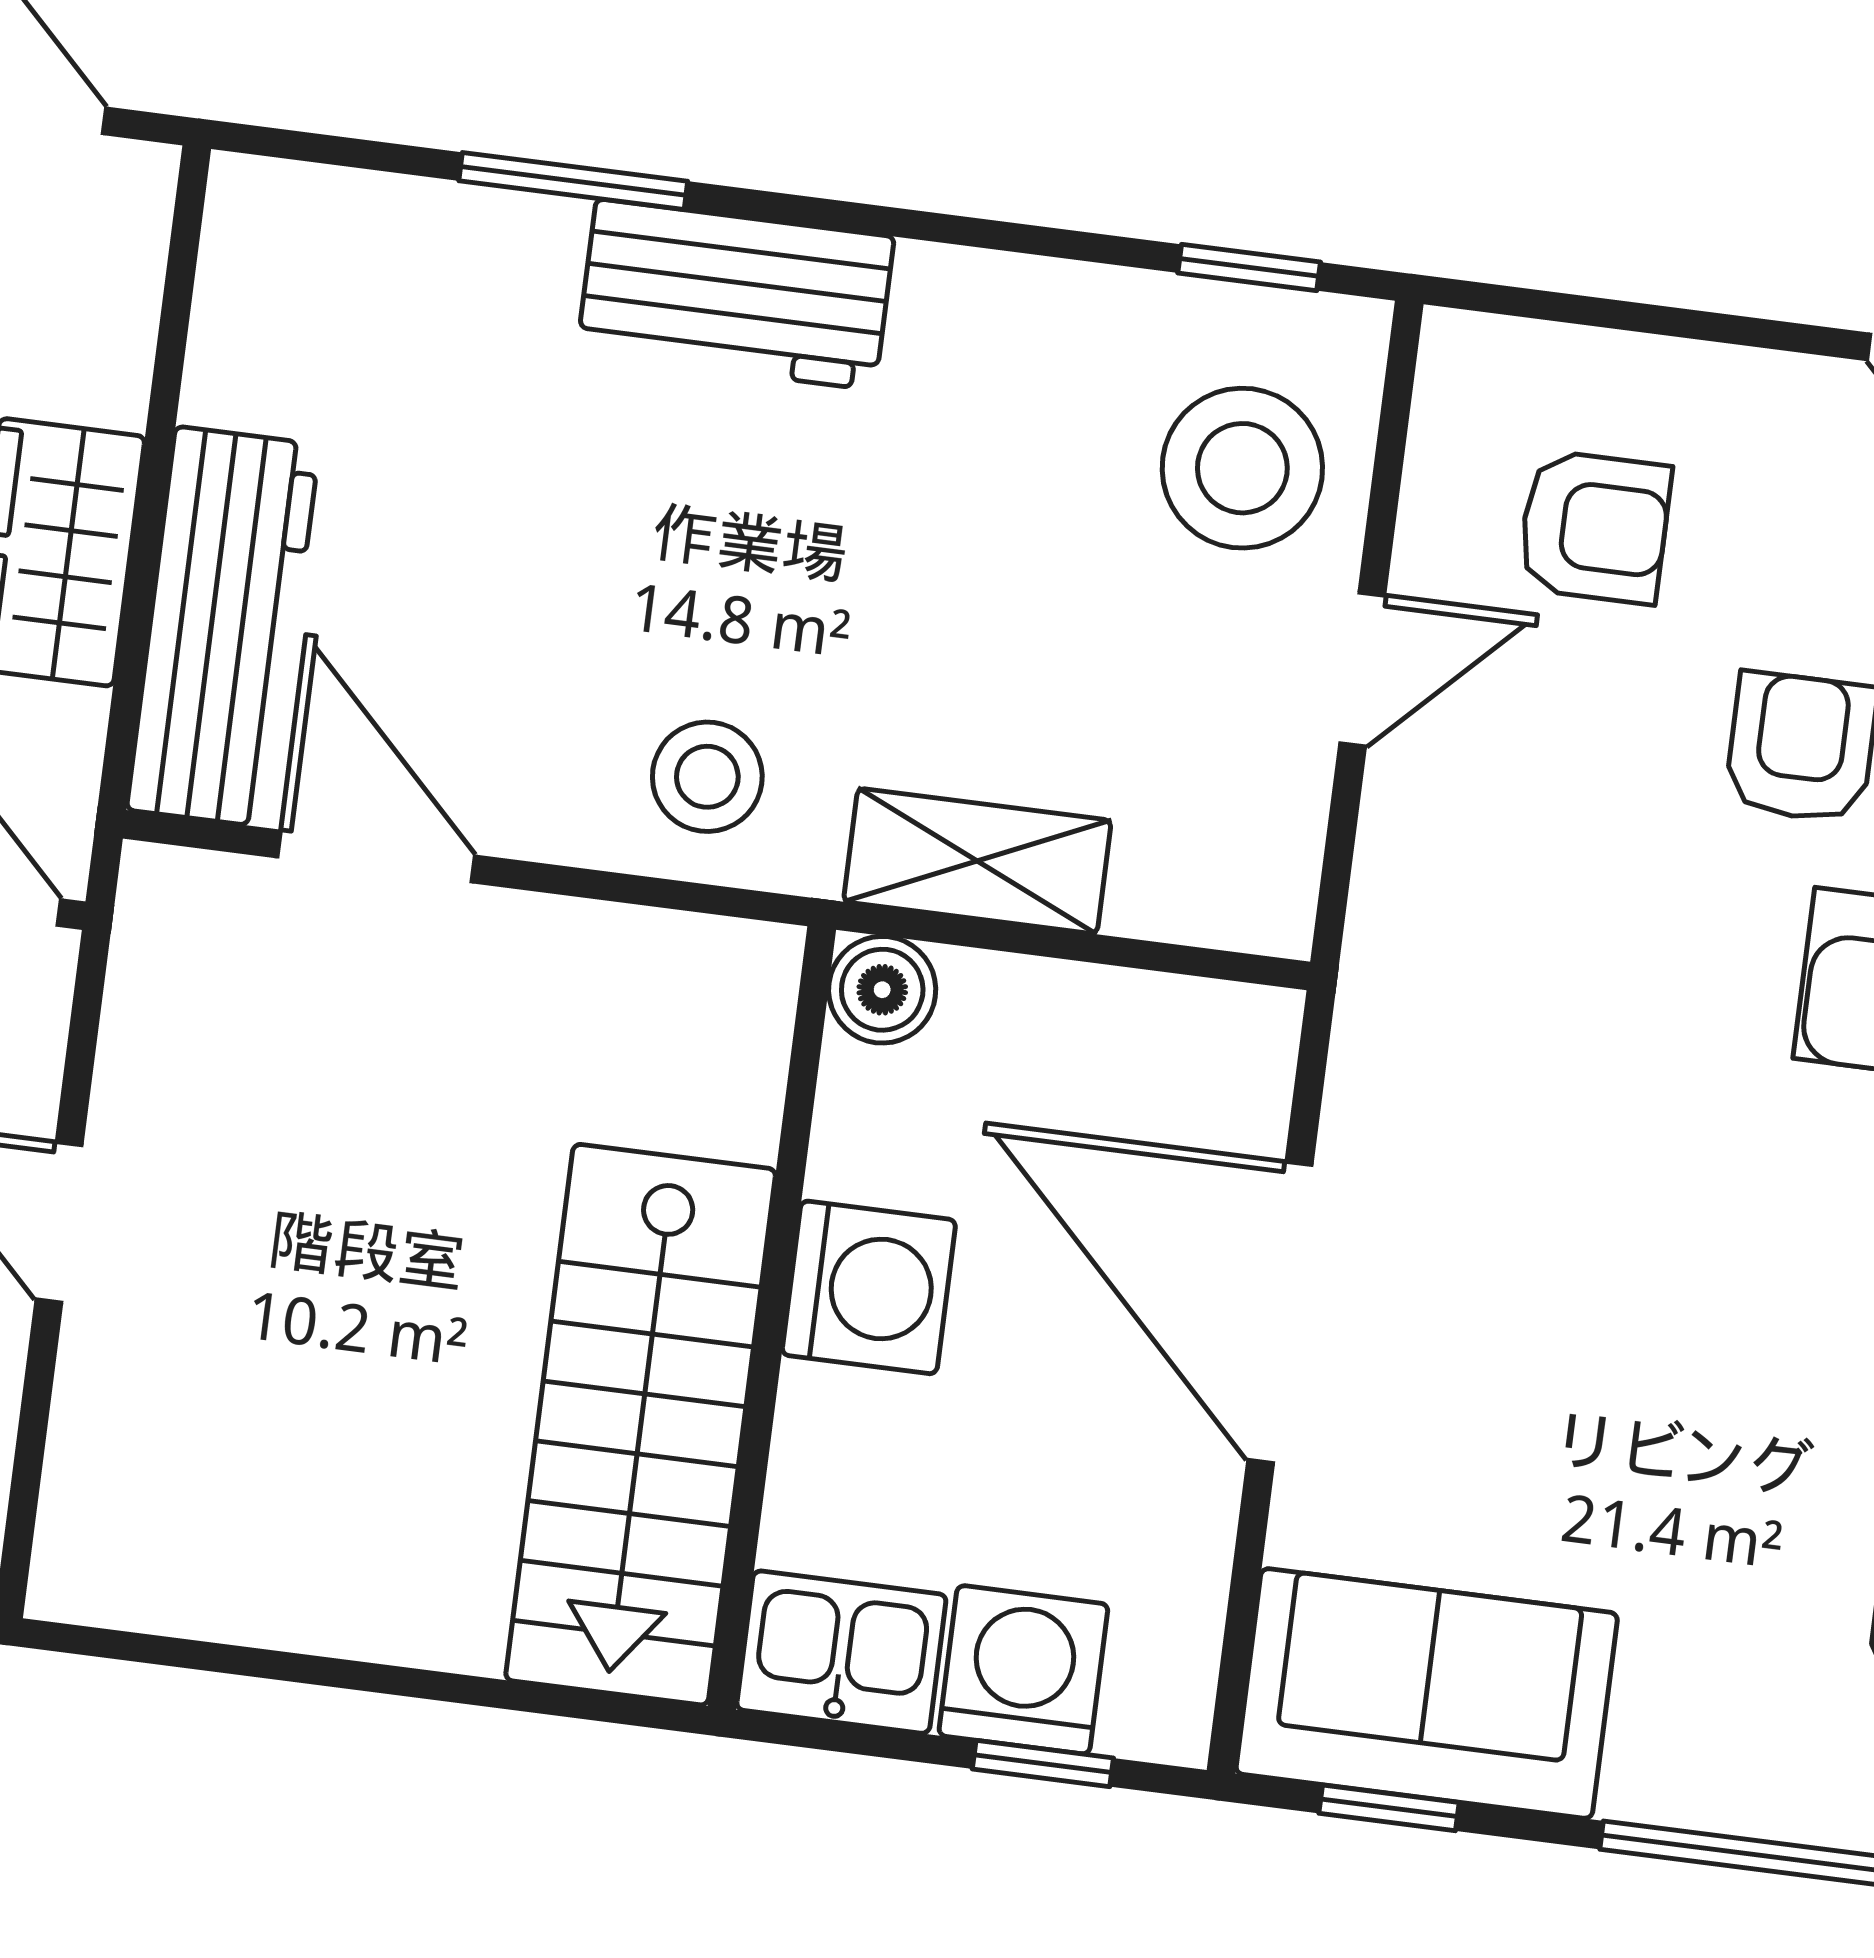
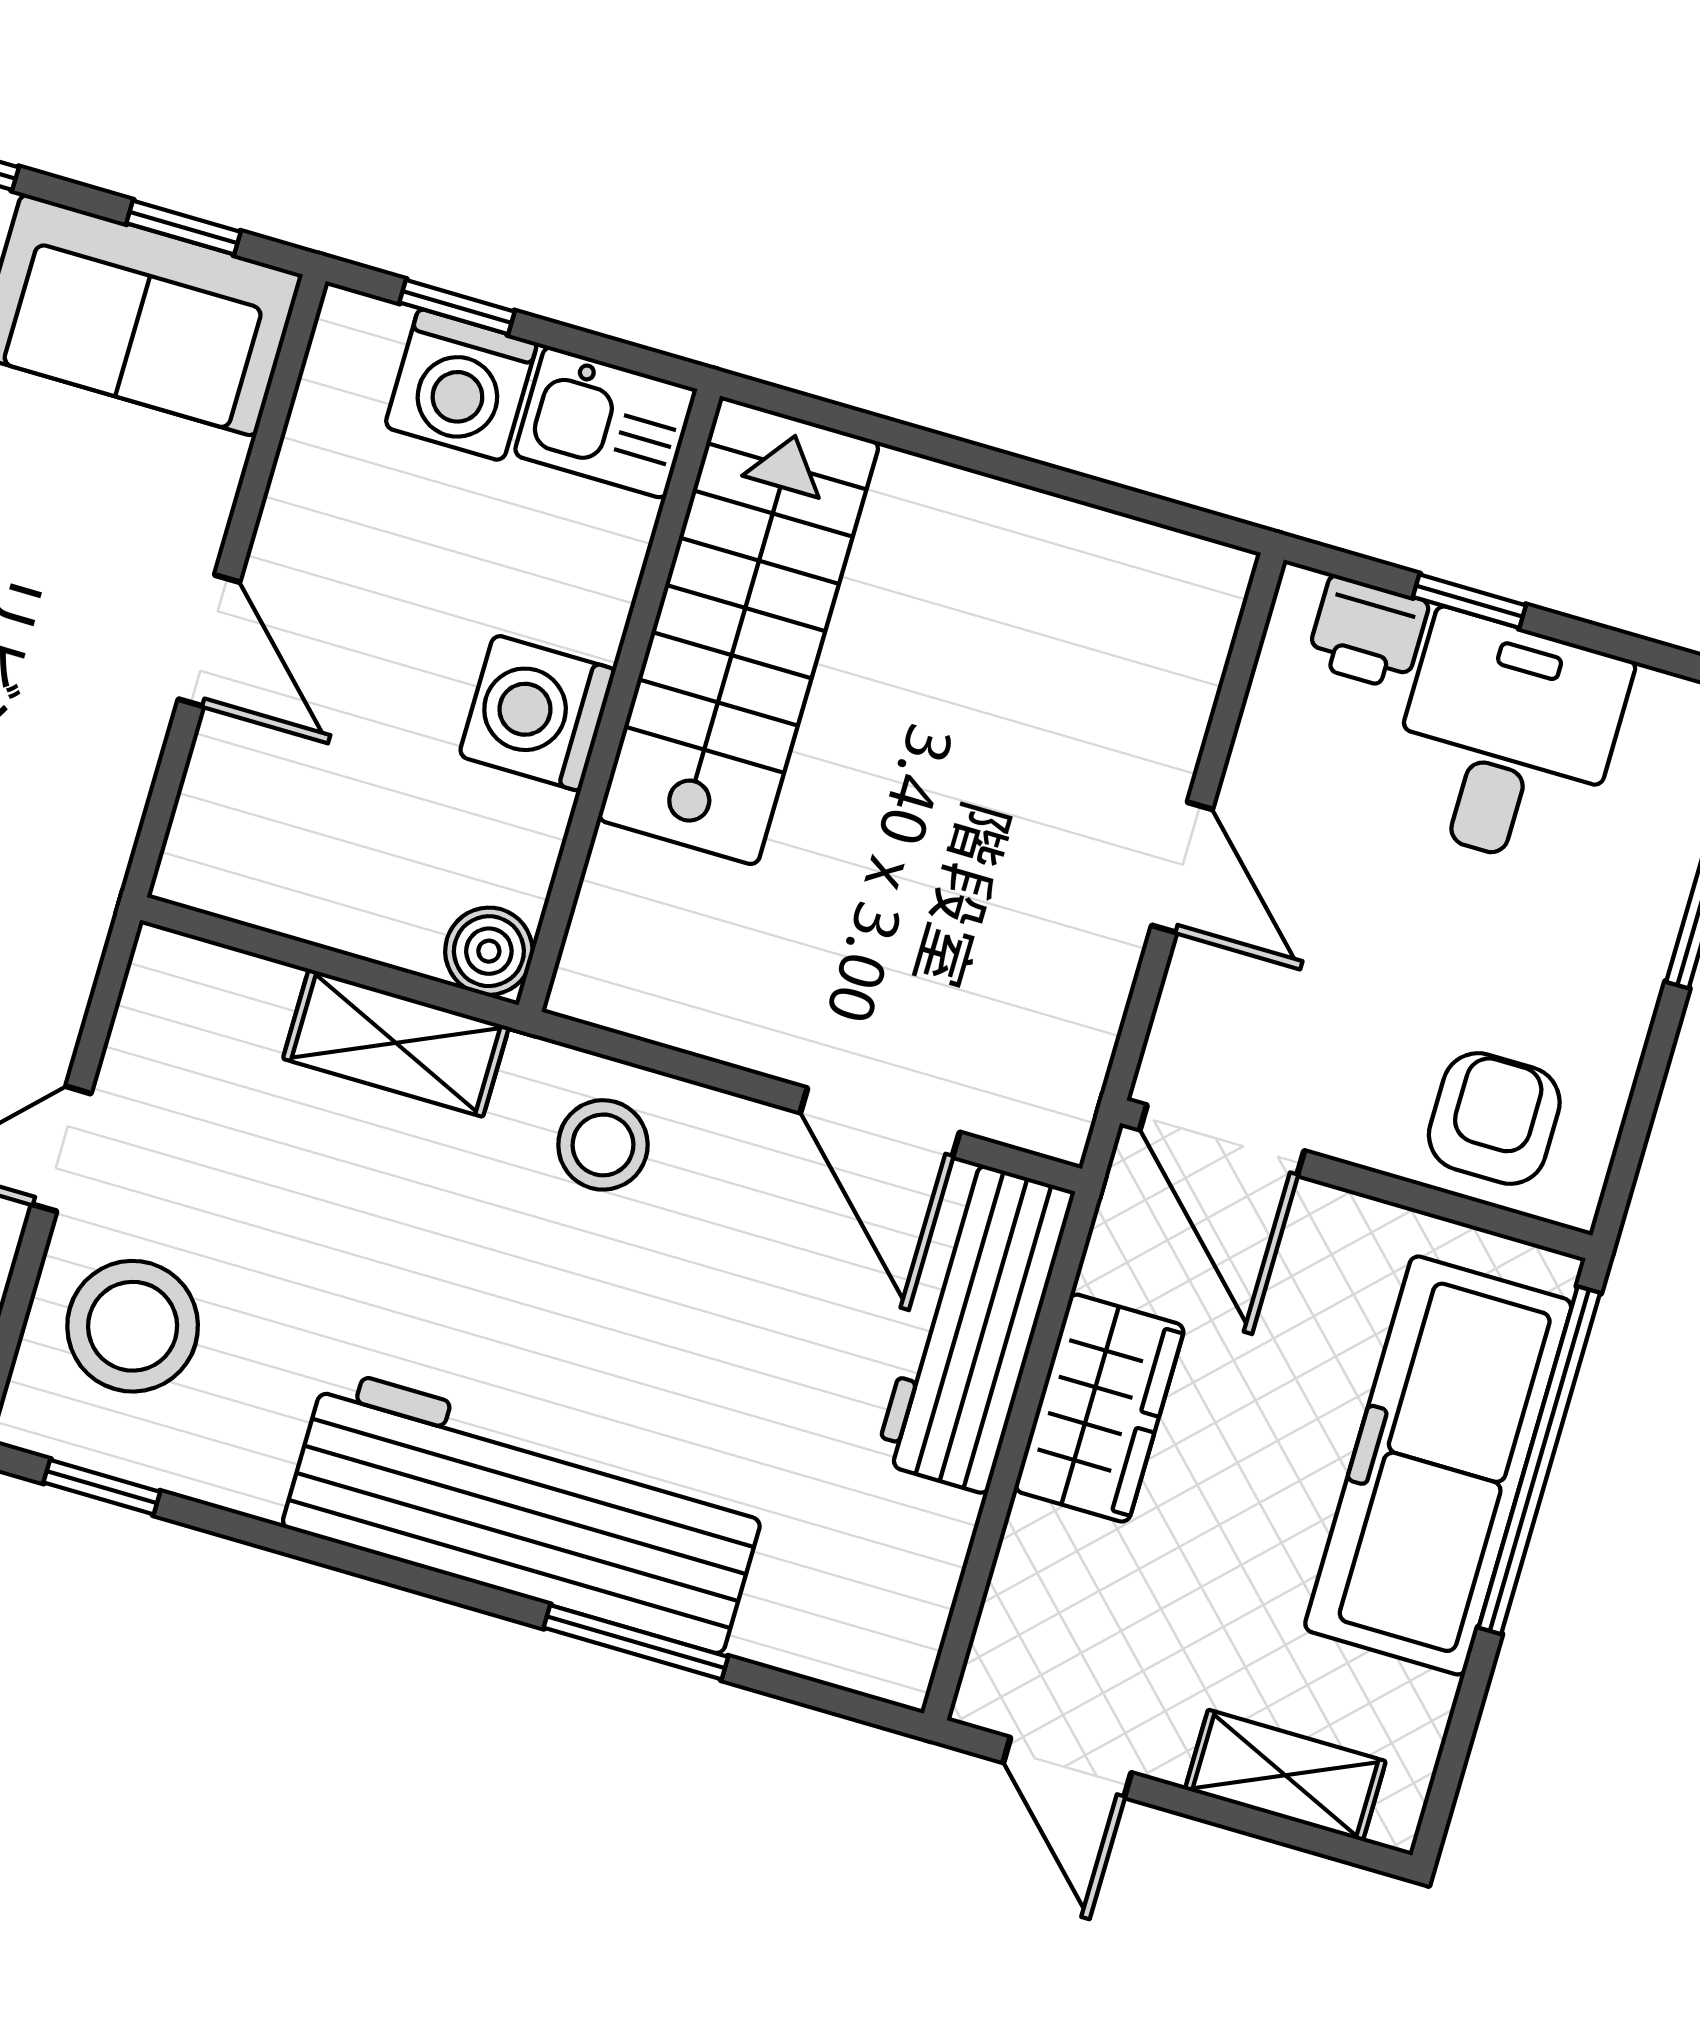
workbench: (736, 295) -> (525, 1511), width x1.88, depth x1.32
door: (1280, 1313) -> (209, 641), width x0.53

